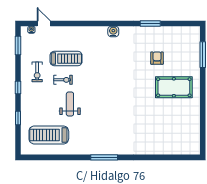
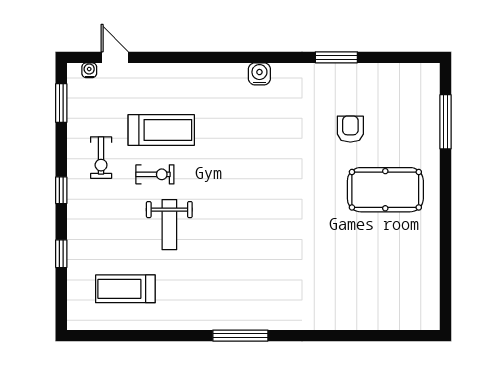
weight bench: (70, 104) -> (169, 225), turned 180
treadmill: (49, 135) -> (125, 289), width x0.73, depth x0.73

